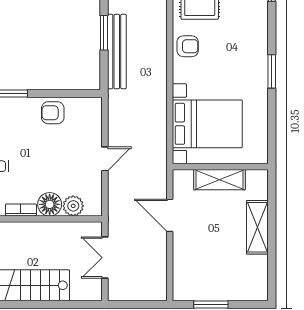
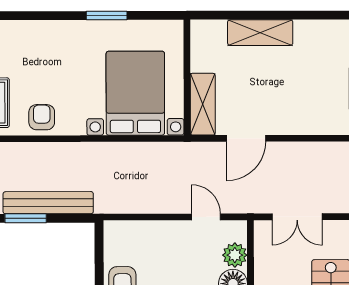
window: (272, 71) -> (107, 15), moved
door: (105, 159) -> (206, 217), moved
shelving: (219, 180) -> (203, 104), moved

